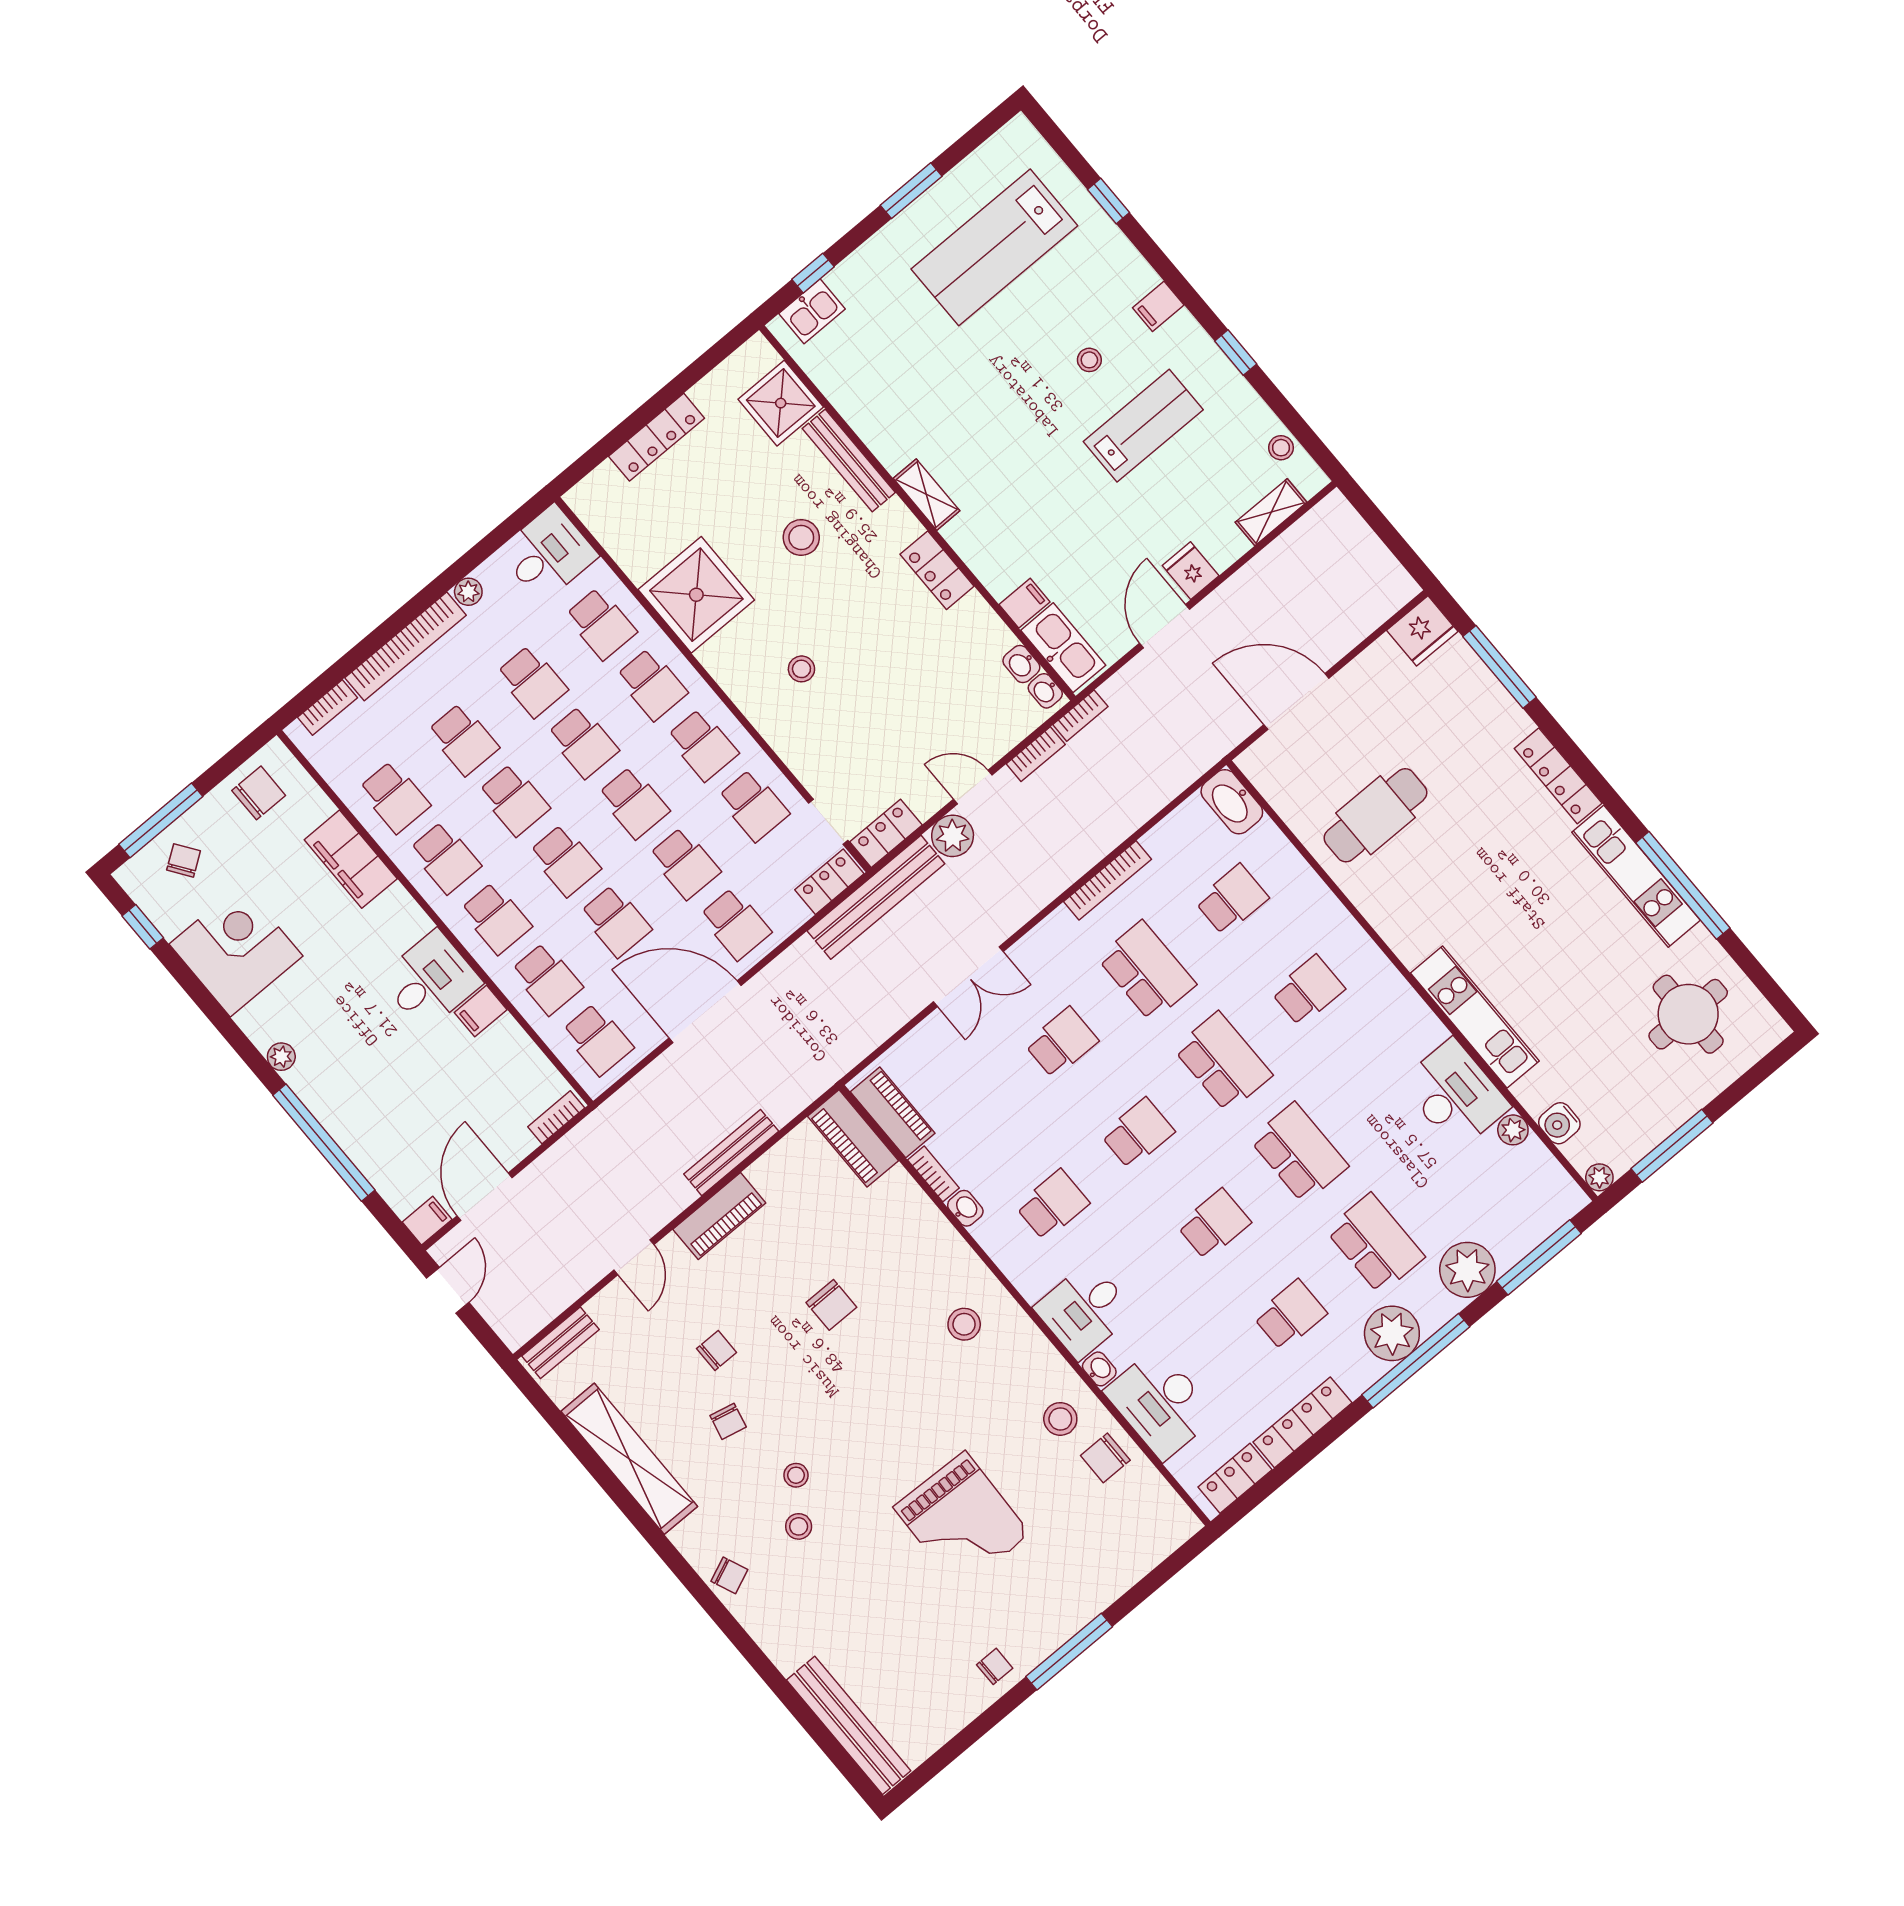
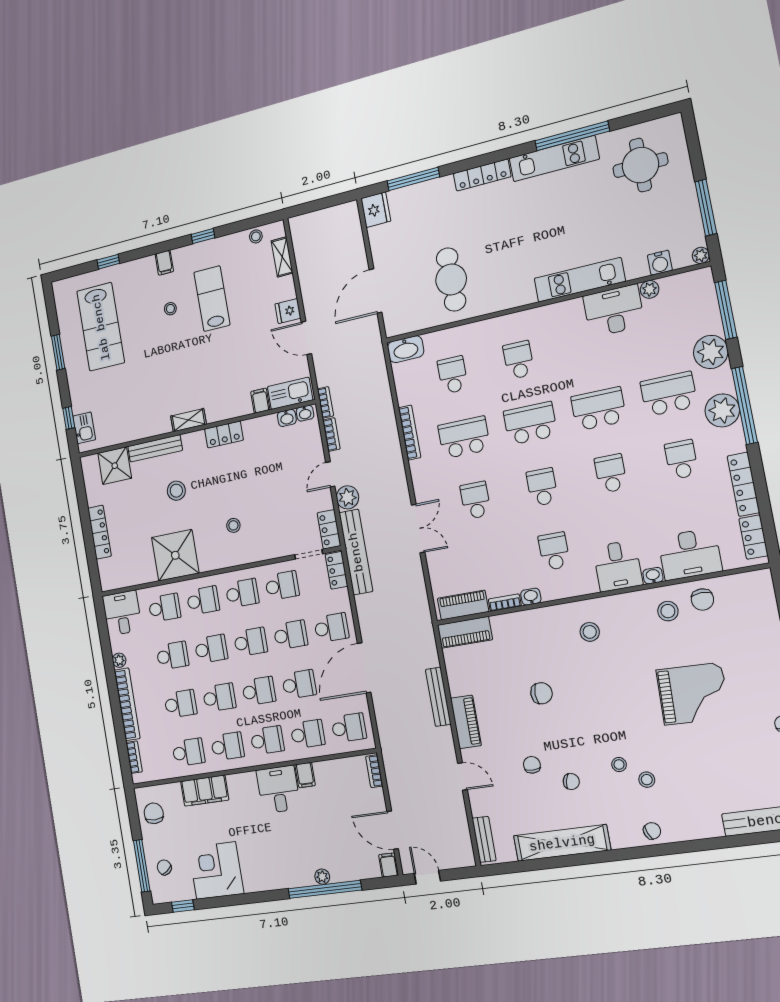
plant: (281, 1057) -> (322, 877), moved

